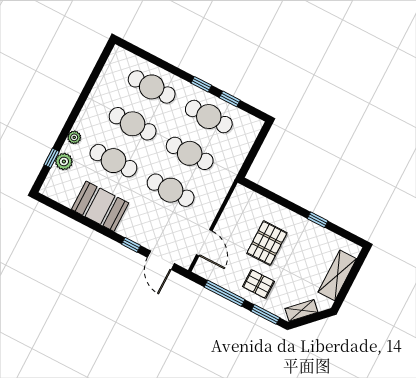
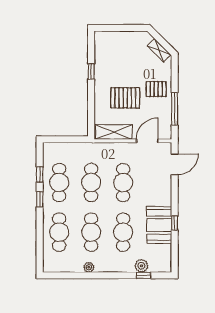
plant: (74, 137) -> (89, 267), moved
window: (131, 245) -> (175, 223), moved
shelving: (337, 275) -> (114, 132), moved
pallet: (259, 284) -> (156, 89), turned 90
window: (265, 314) -> (175, 74), removed

